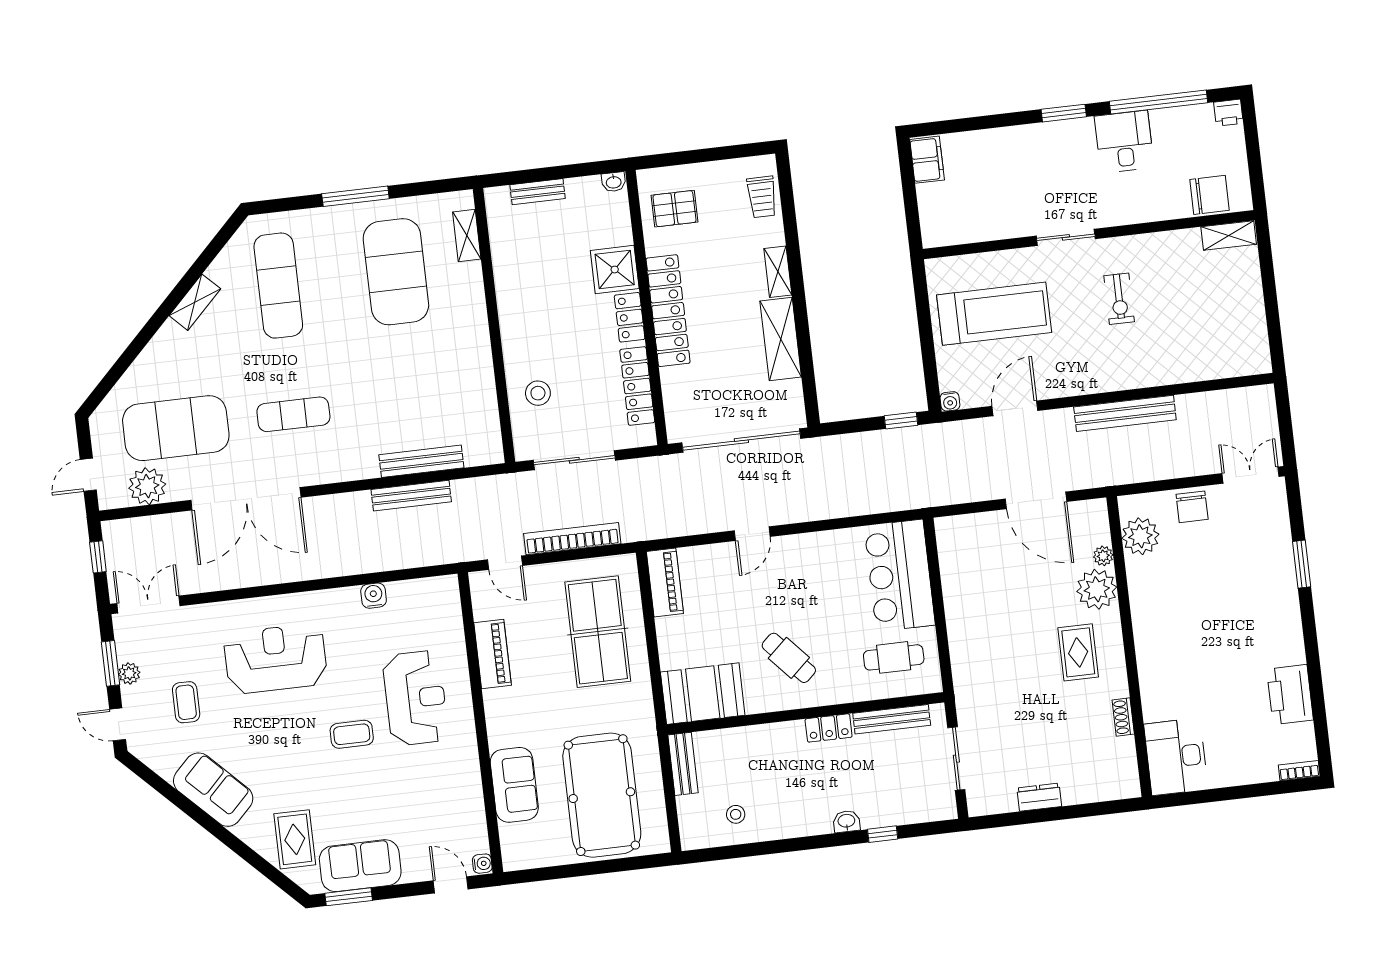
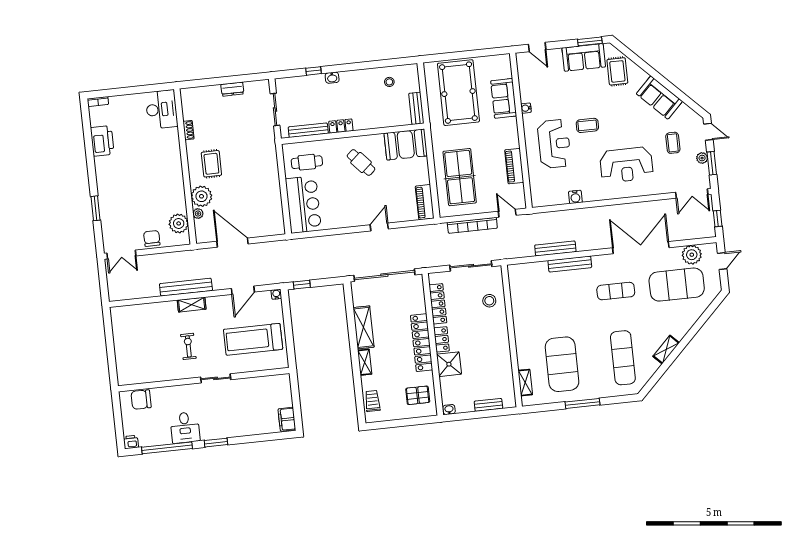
shelving: (1229, 235) -> (192, 305), moved
bench: (421, 461) -> (570, 264), moved
reception desk: (415, 698) -> (554, 144), turned 180
water cooler: (482, 864) -> (526, 108), moved

